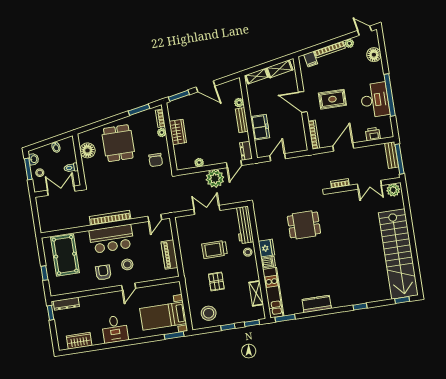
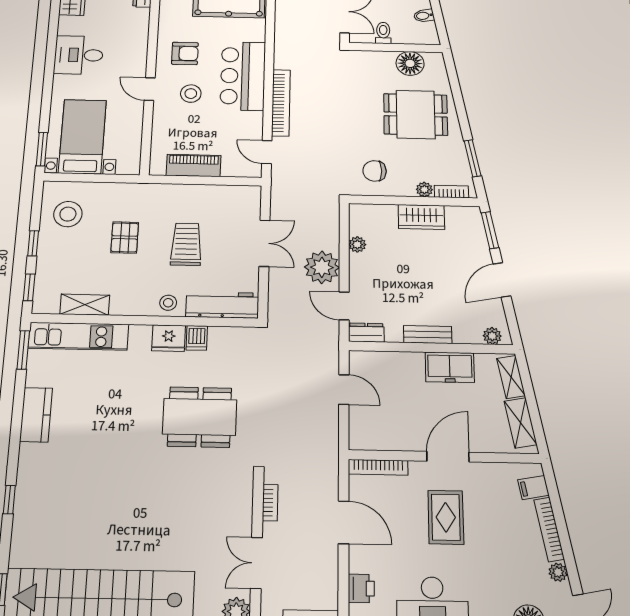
plant: (239, 103) -> (492, 336), moved
freezer: (260, 127) -> (450, 367), moved
bookcase: (110, 218) -> (281, 103), moved
dining table: (304, 225) -> (200, 417), width x1.38
dishwasher: (268, 262) -> (197, 338), moved
pallet: (216, 281) -> (125, 237), turned 90

